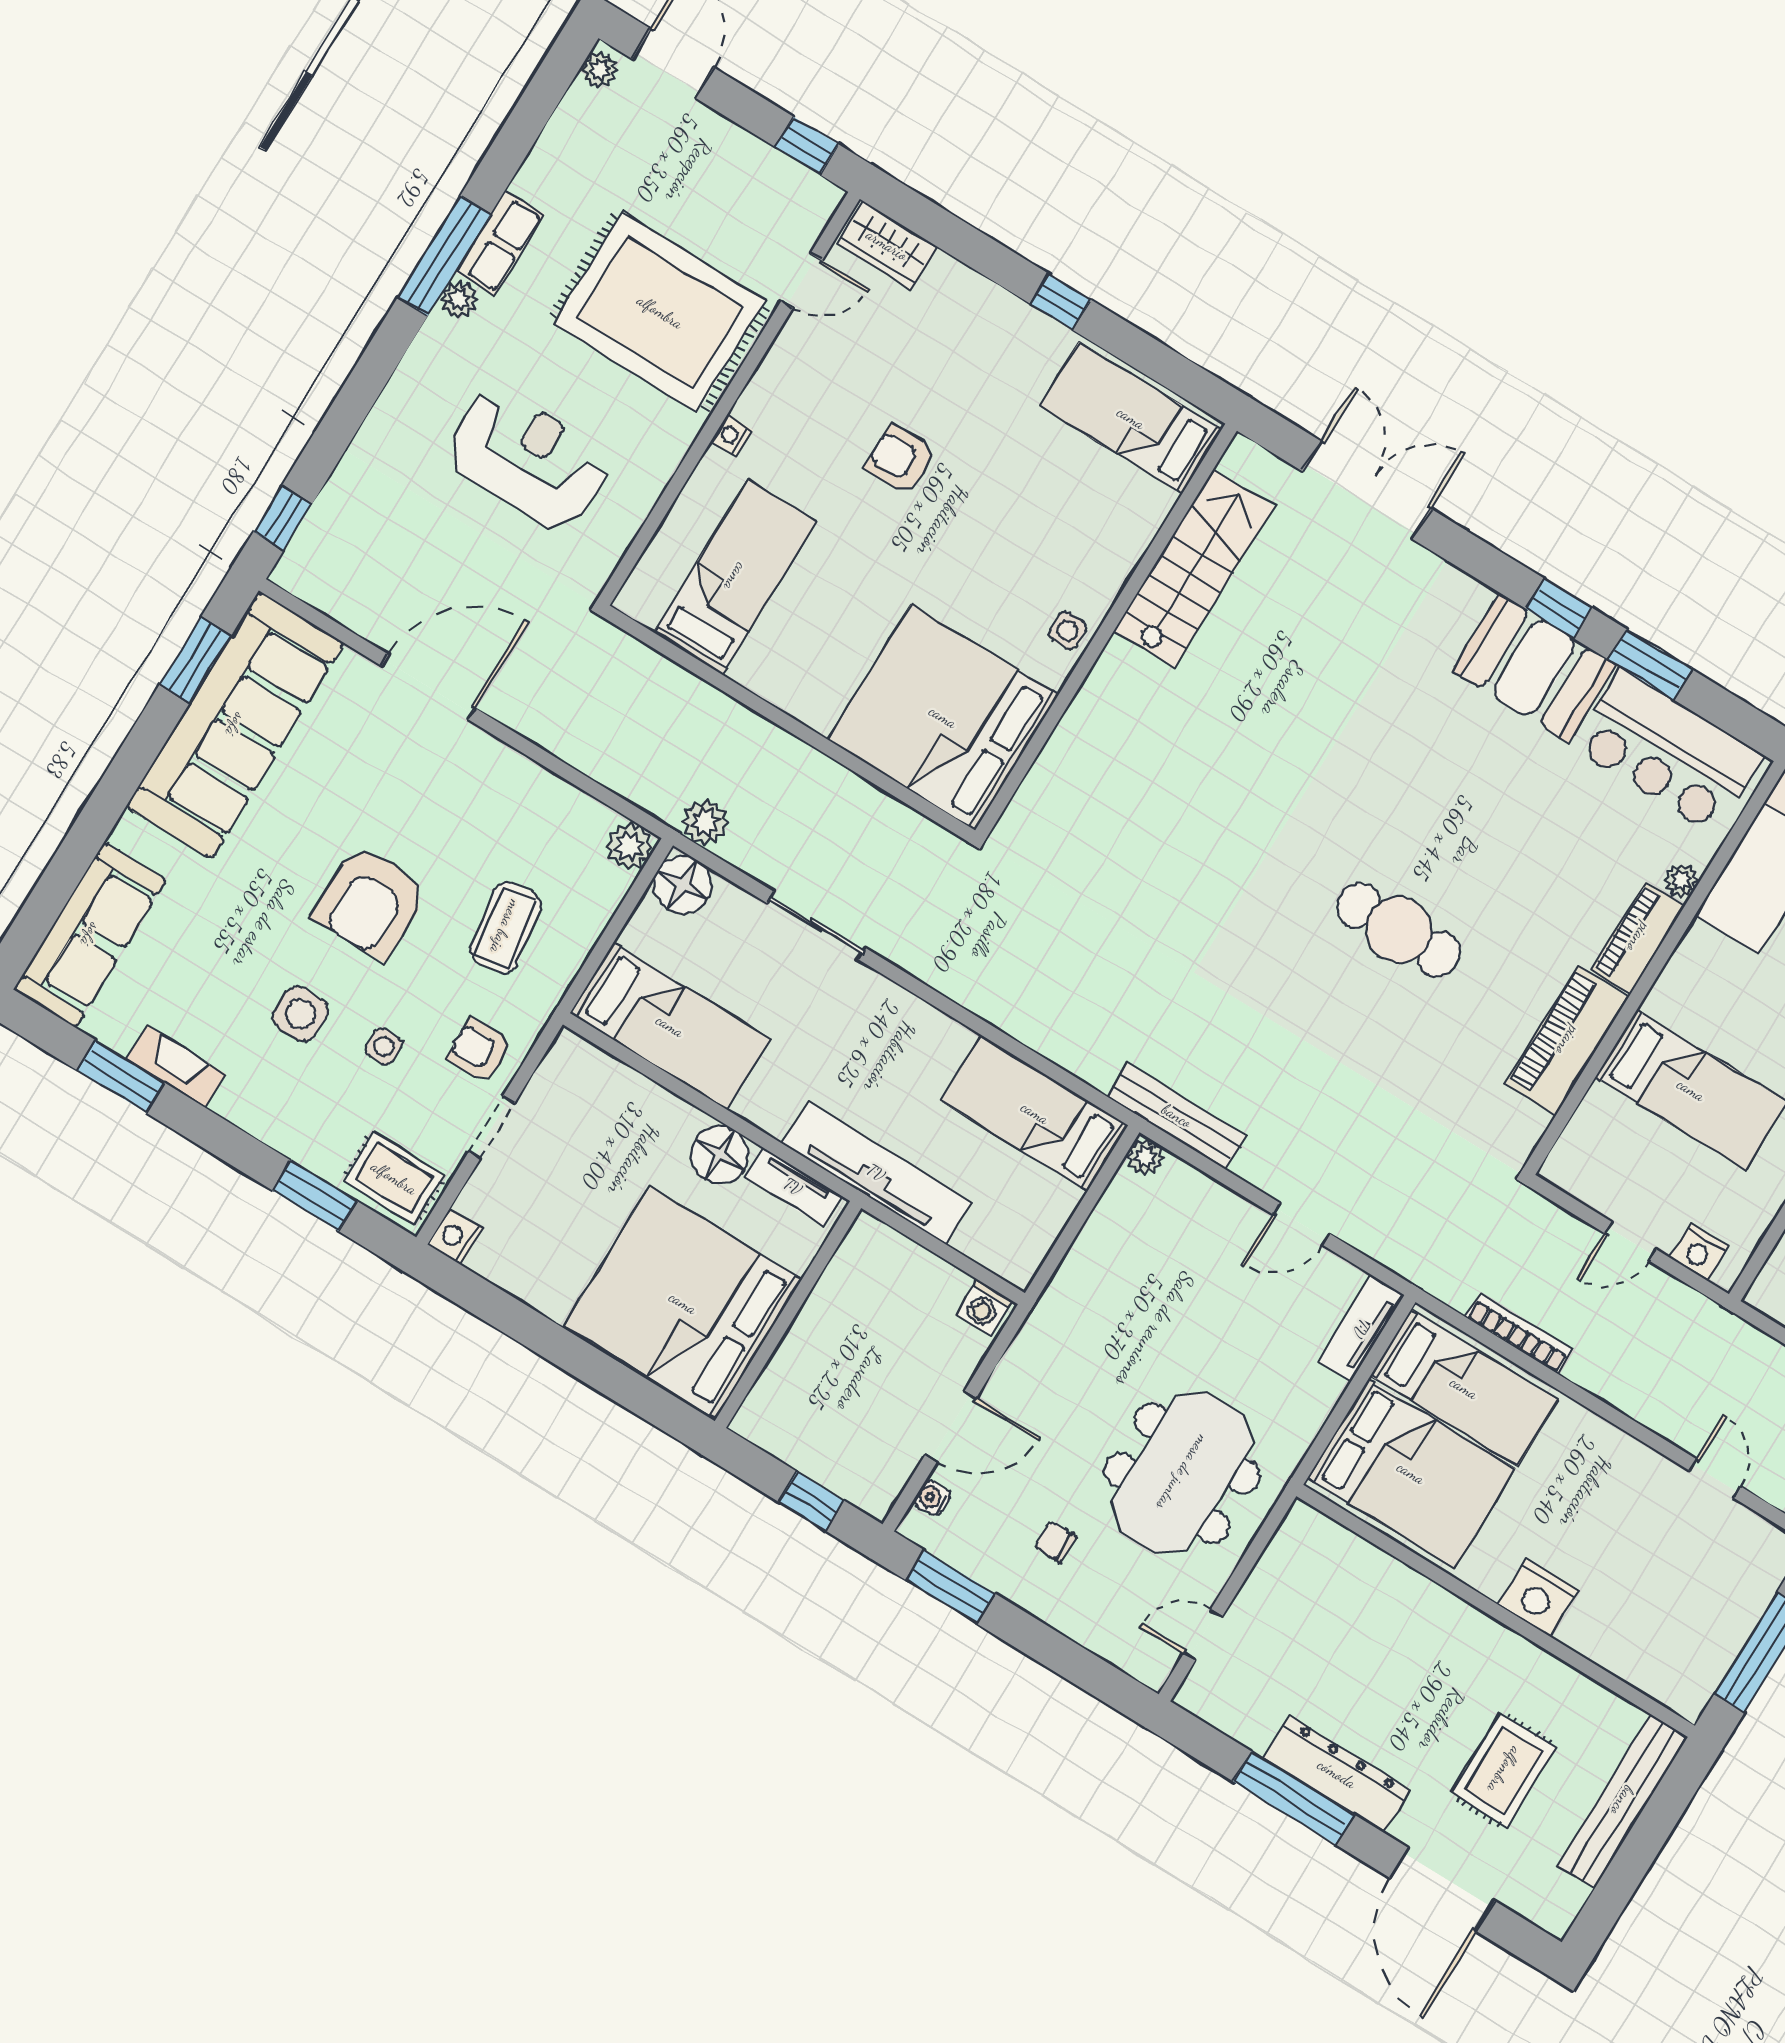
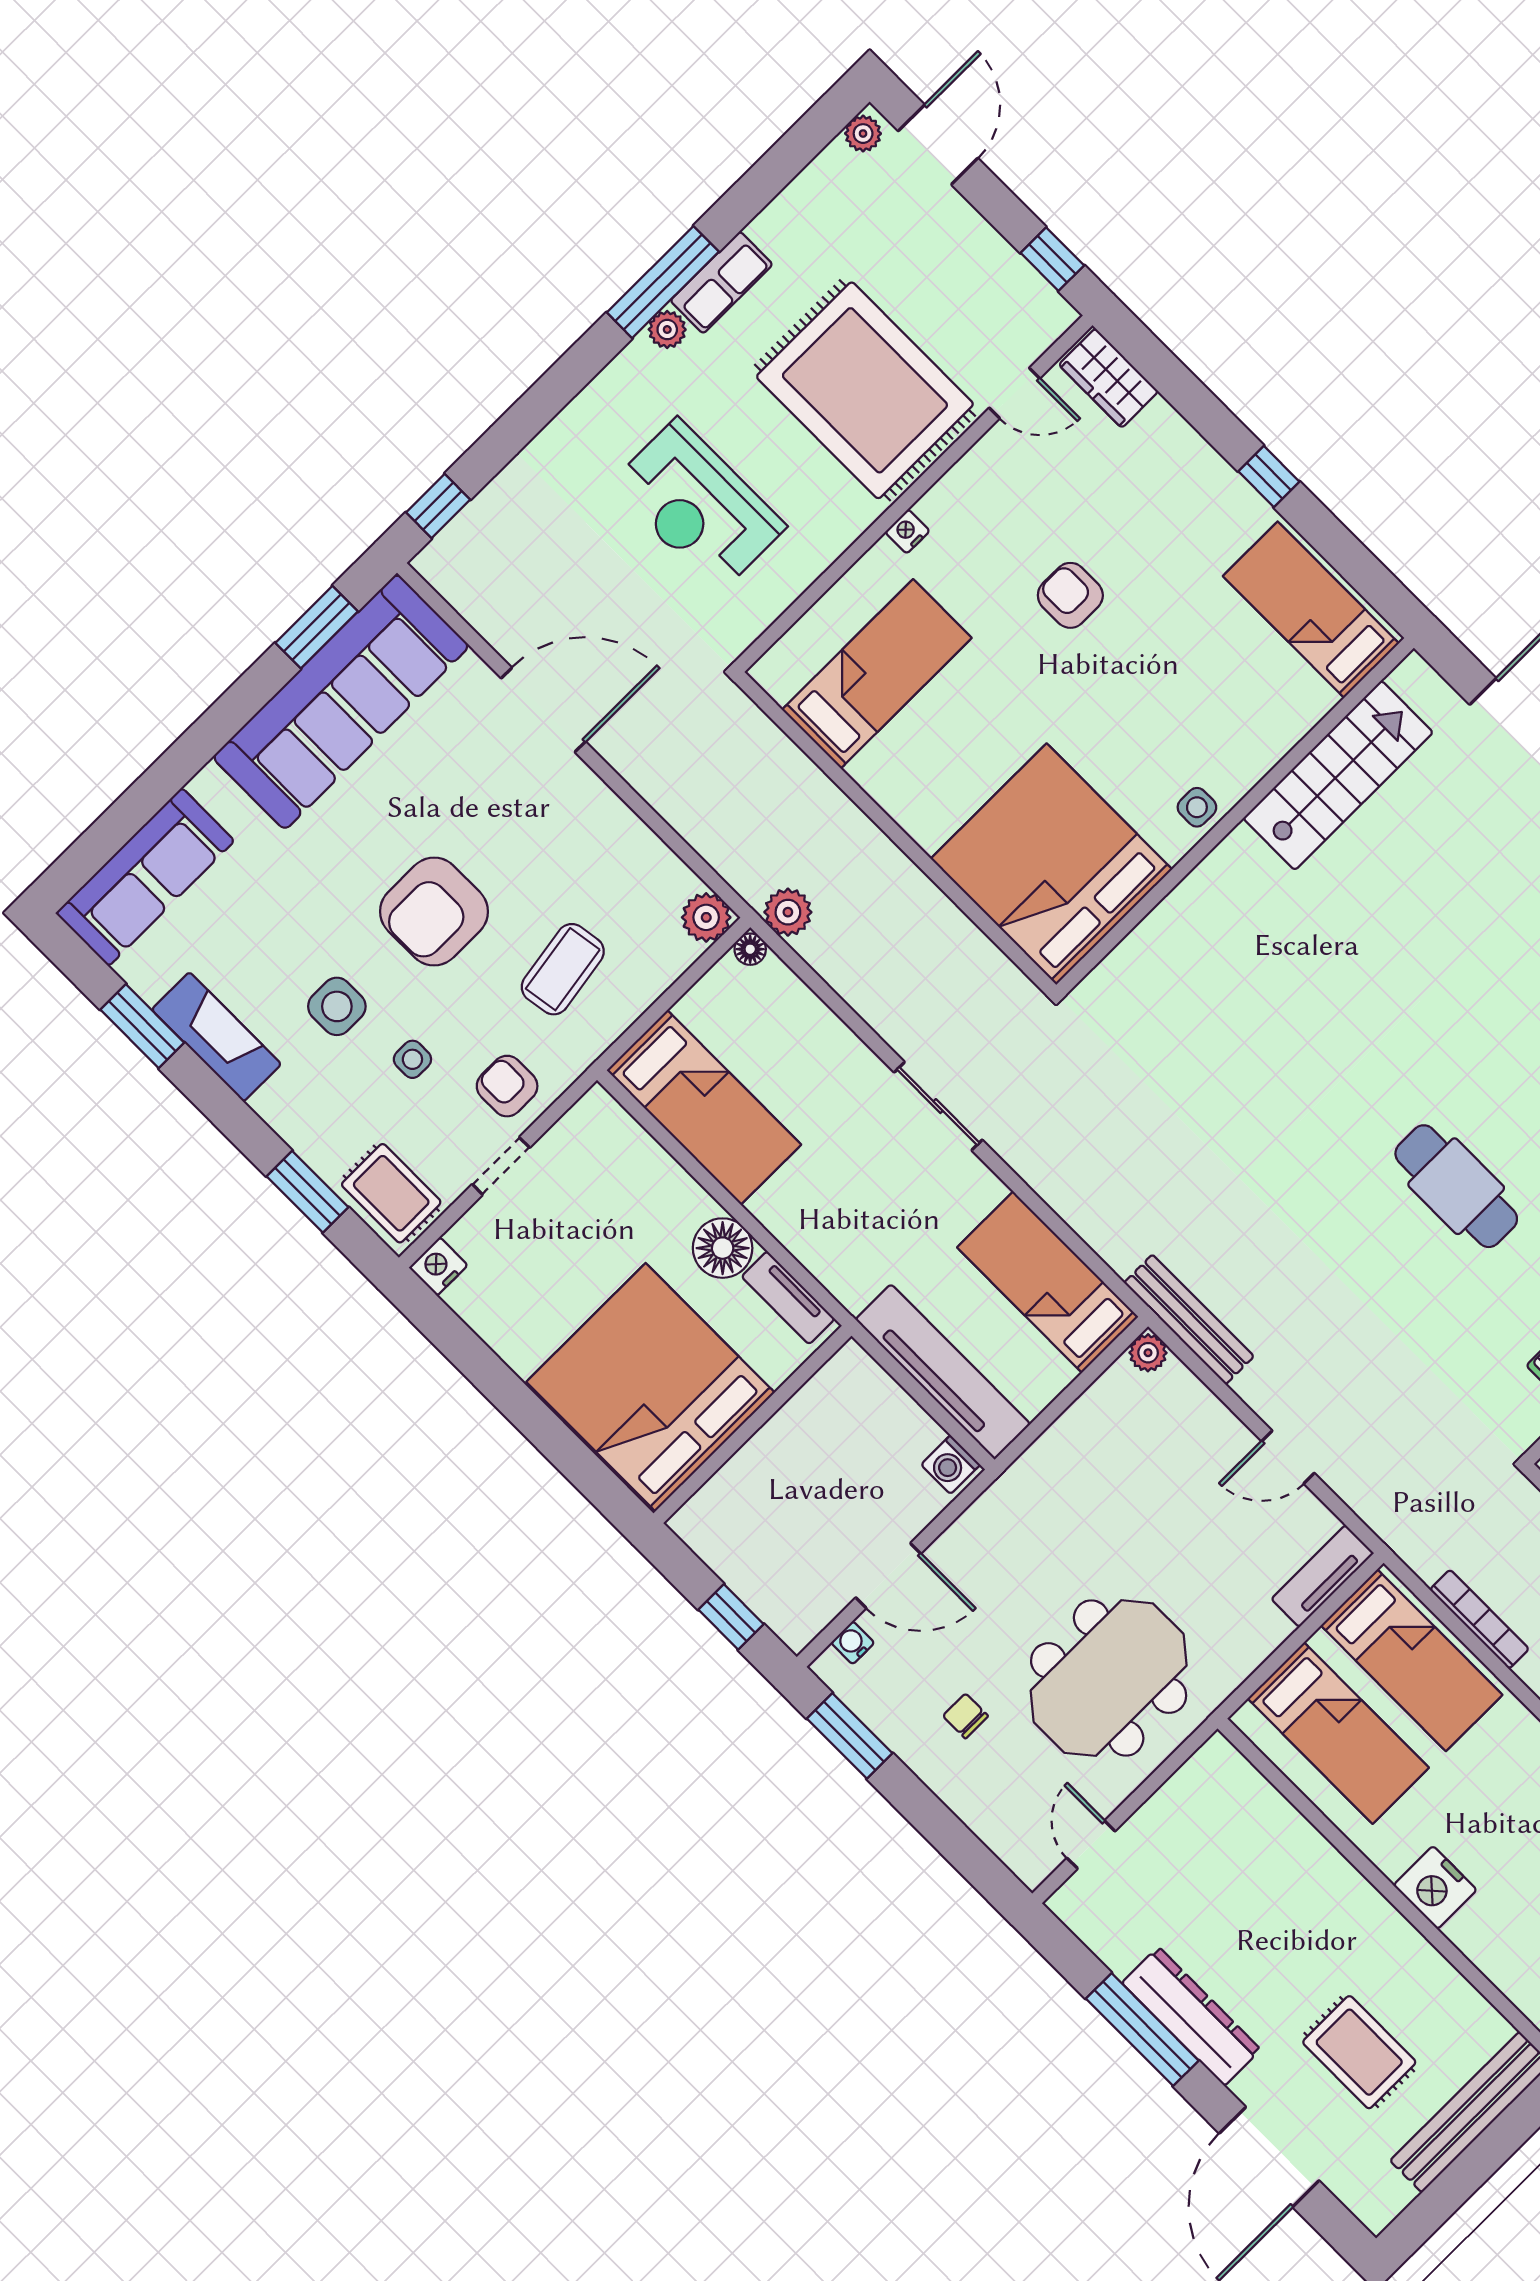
reception desk: (528, 459) -> (698, 506), turned 180
floor lamp: (682, 885) -> (750, 949), width x0.53, depth x0.53
sliding door: (816, 926) -> (938, 1106), moved
fireplace: (176, 1066) -> (216, 1037), width x1.37, depth x1.32
tv unit: (876, 1173) -> (943, 1372), moved
bed: (1411, 1473) -> (1338, 1733), width x0.67
door: (1203, 1635) -> (1091, 1845), hinge flipped
rug: (1504, 1770) -> (1359, 2052), turned 90

